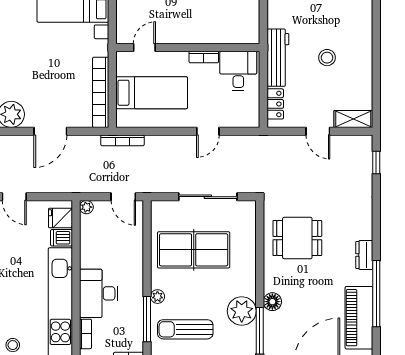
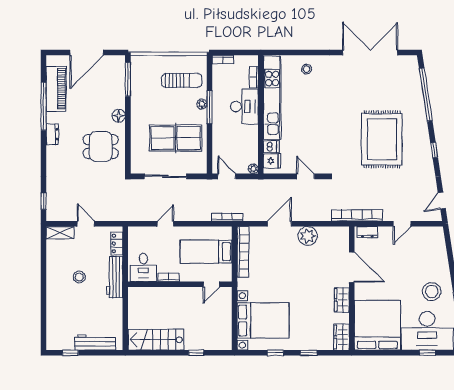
floor lamp: (272, 302) -> (119, 116), moved
plant: (242, 311) -> (141, 94), removed
window: (147, 319) -> (210, 107), moved

